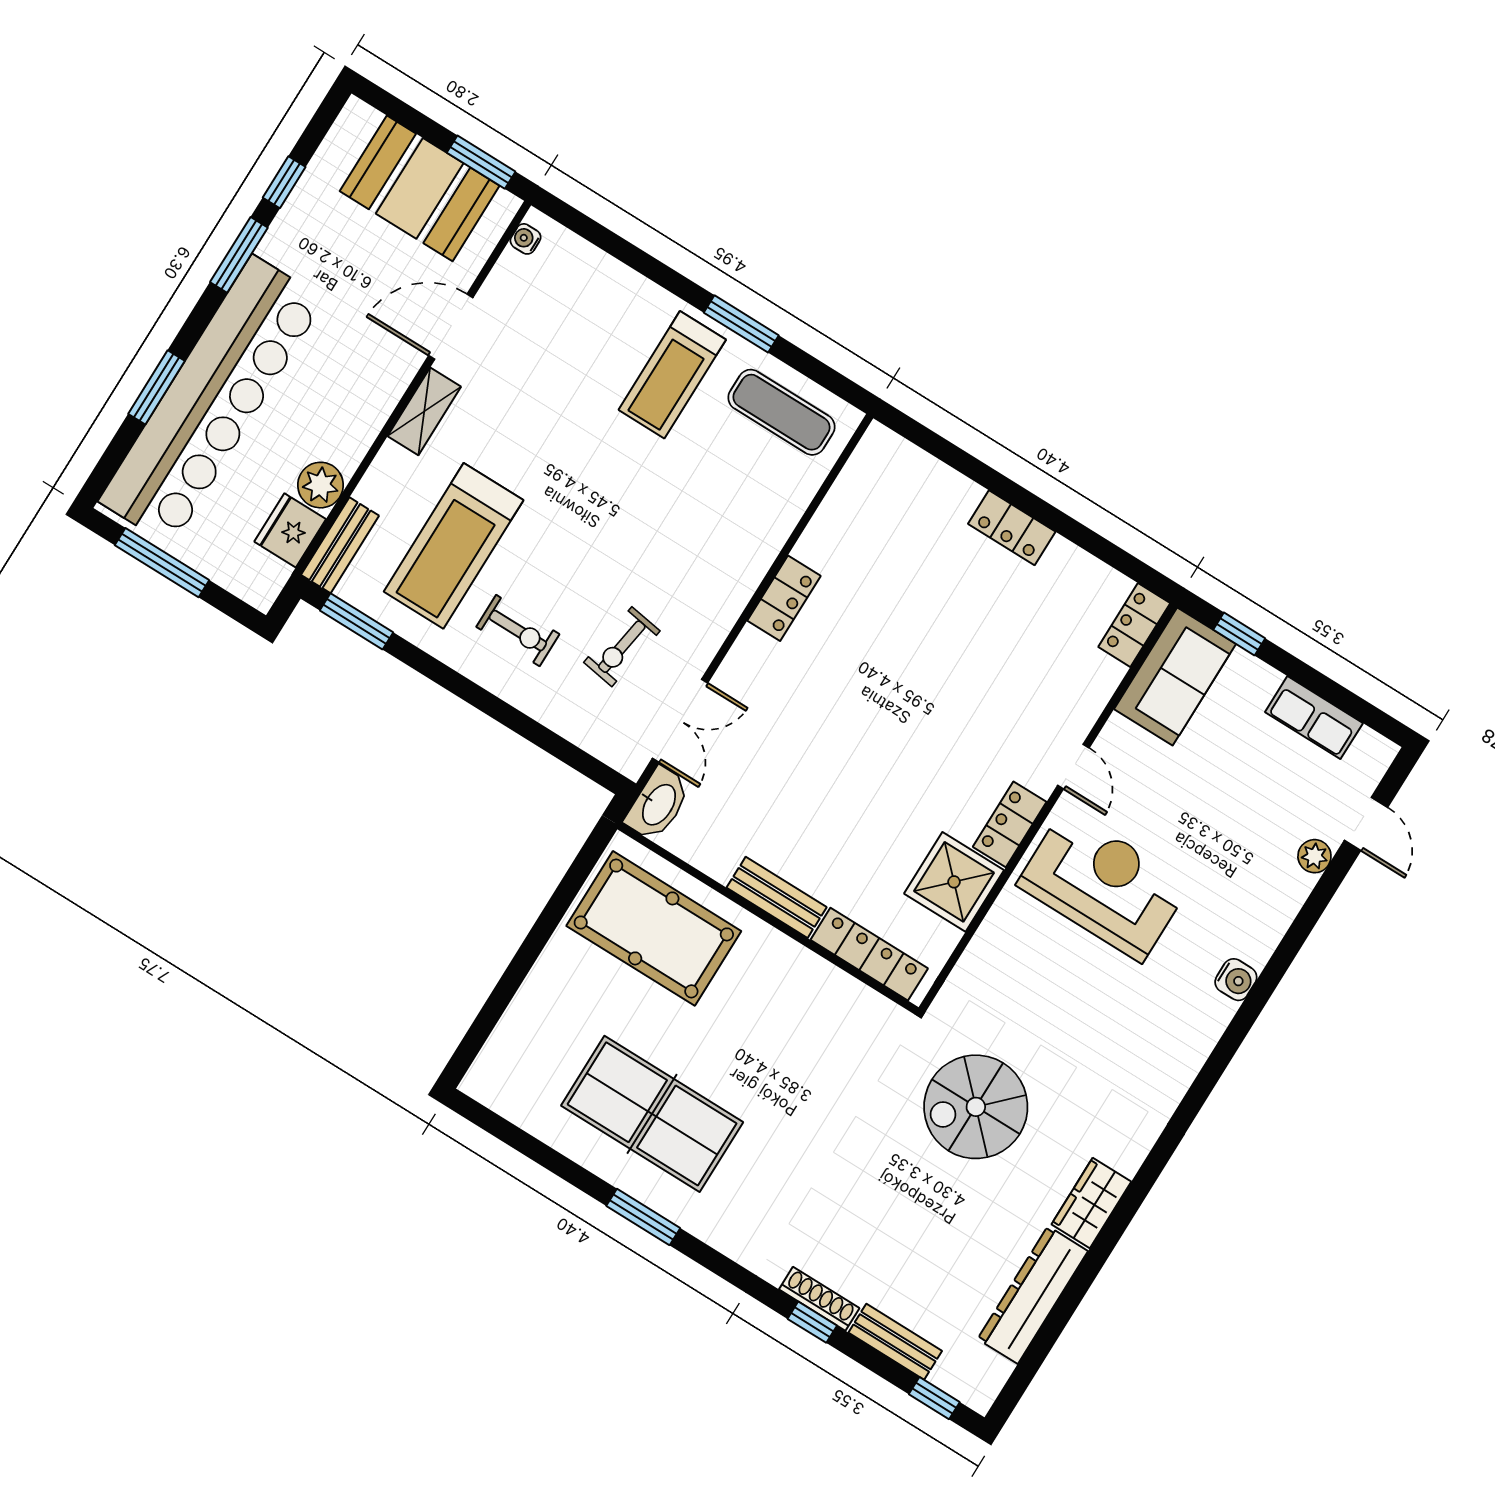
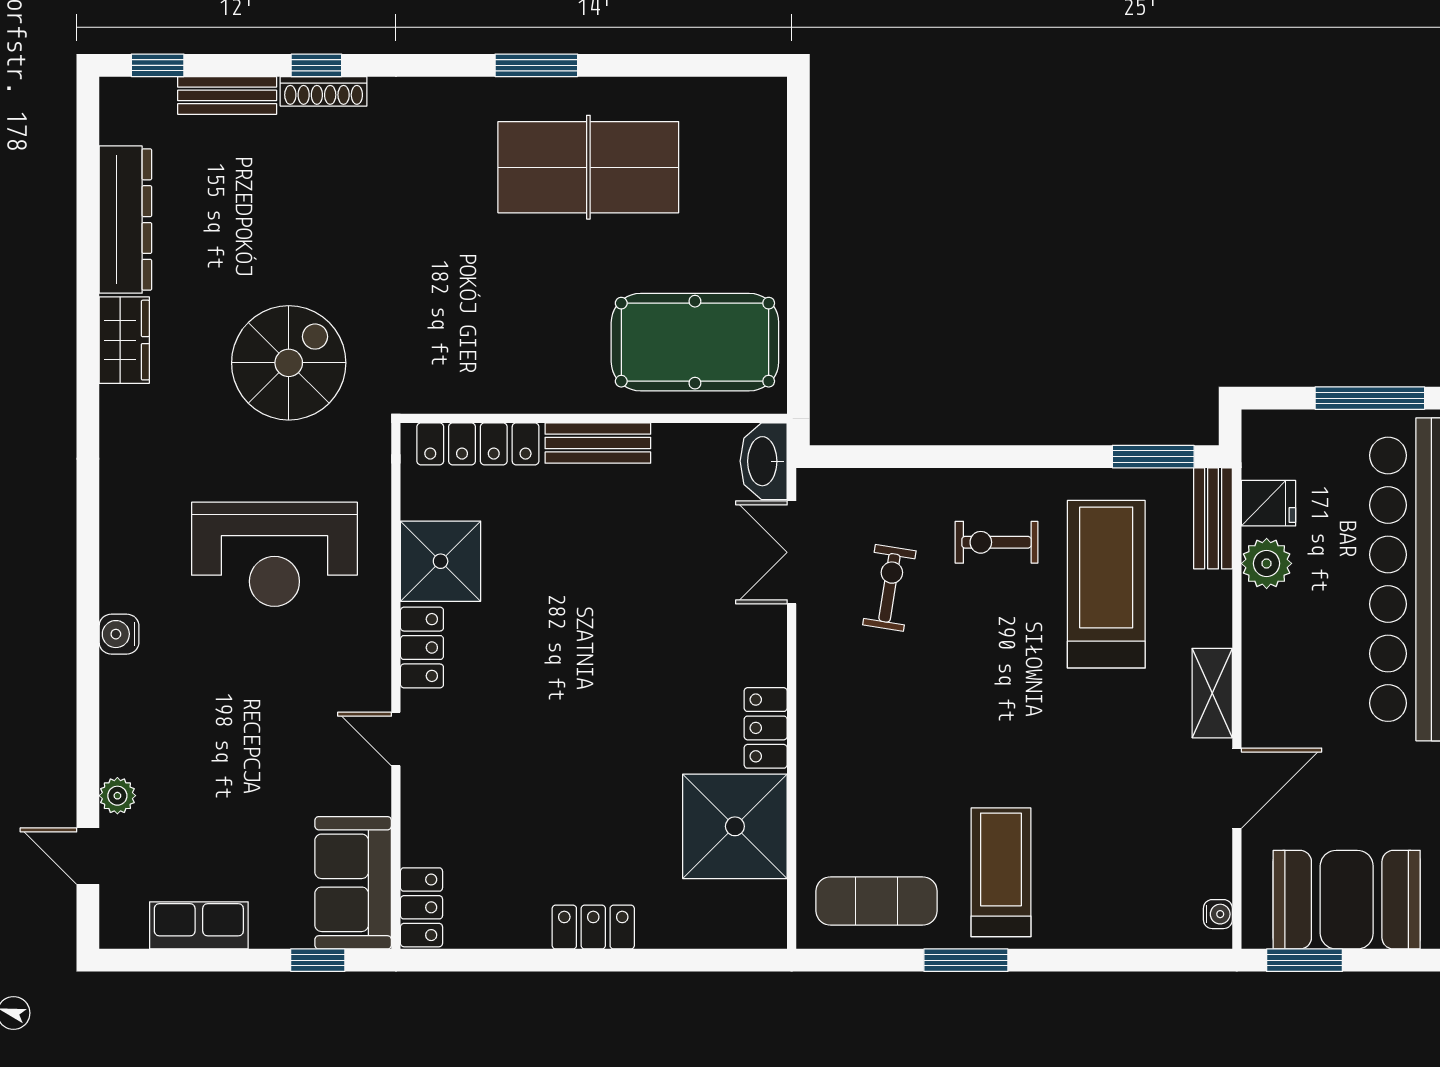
fridge: (290, 530) -> (1268, 503), width x0.72
shower: (855, 537) -> (735, 826), added
reception desk: (1103, 885) -> (274, 554), moved

